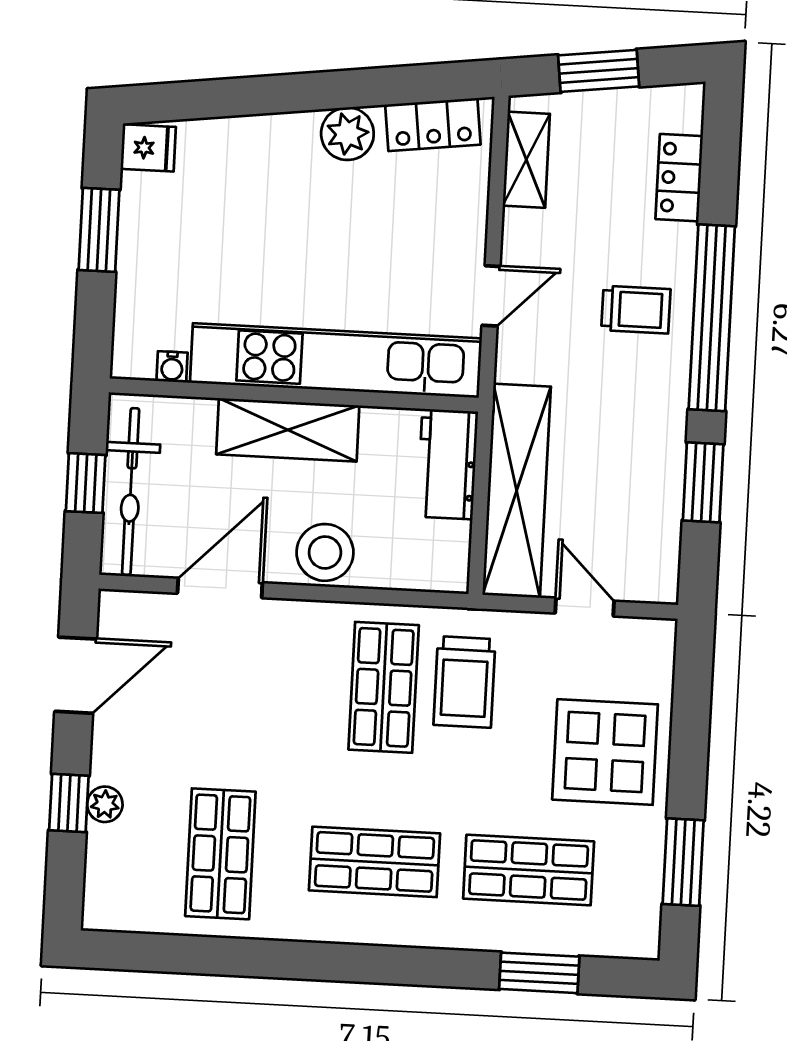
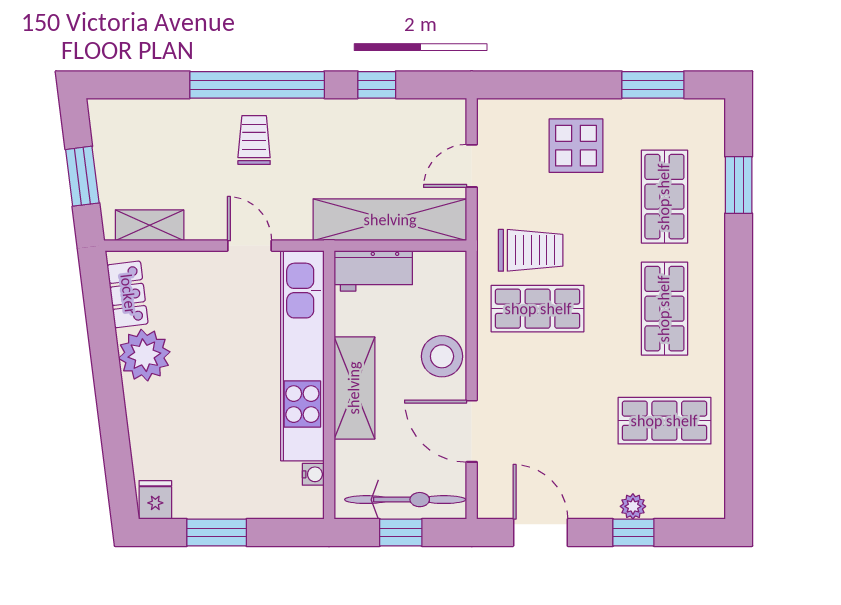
plant: (347, 134) -> (144, 355), width x1.36, depth x1.36
locker: (679, 178) -> (157, 114), removed
window: (703, 482) -> (377, 85), width x0.67
display table: (605, 752) -> (576, 146), width x0.73, depth x0.73

